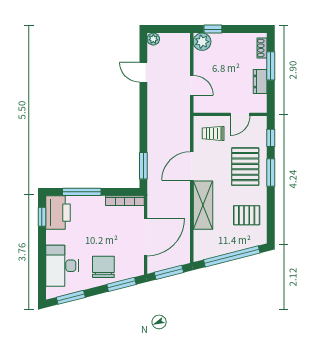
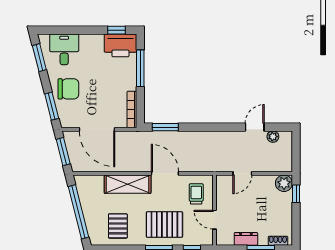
plant: (153, 39) -> (273, 137), moved
desk: (62, 266) -> (64, 49), width x0.73

